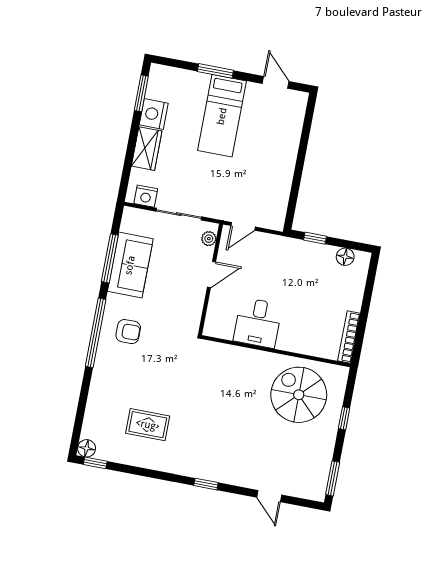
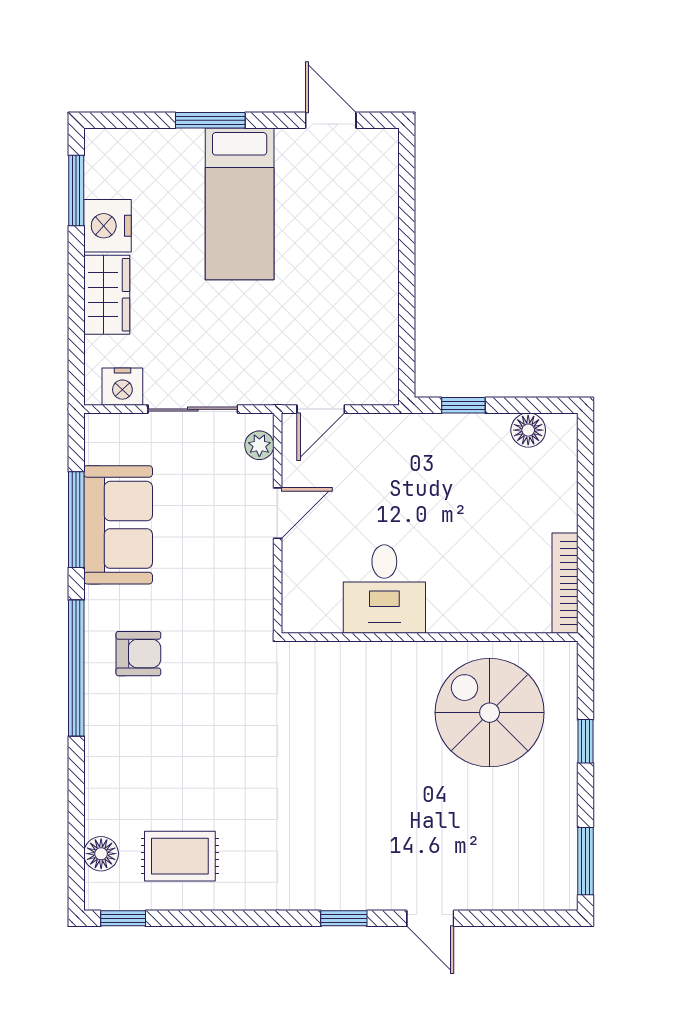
rug: (148, 425) -> (180, 856), moved
floor lamp: (87, 448) -> (101, 854), moved
door: (269, 496) -> (430, 918), moved

